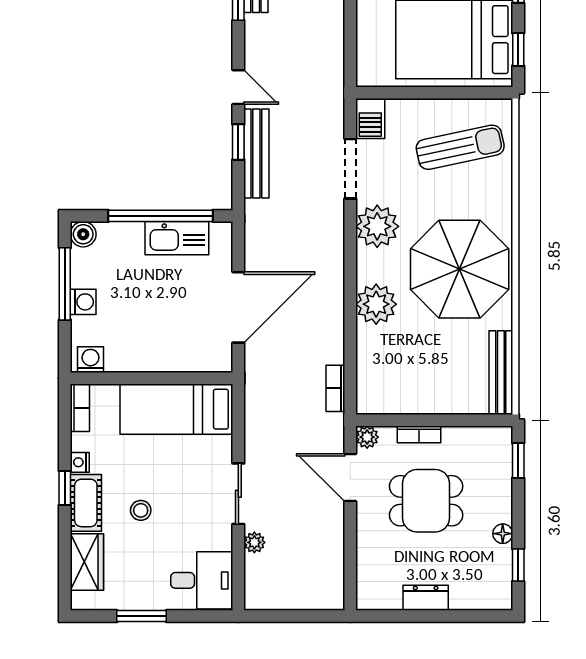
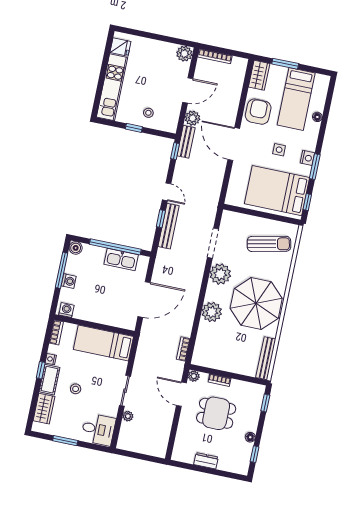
barbecue: (370, 119) -> (228, 221), removed

